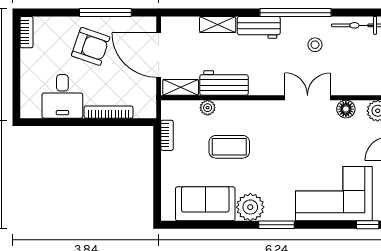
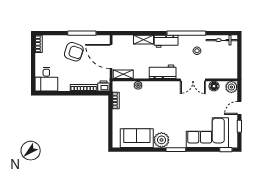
workbench: (224, 83) -> (163, 72), moved
desk: (62, 96) -> (46, 79), moved
double door: (308, 98) -> (193, 80), swing flipped
printer: (145, 109) -> (103, 86), added
coffee table: (229, 147) -> (150, 107), removed

